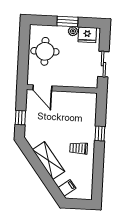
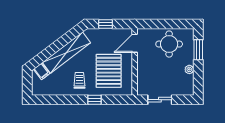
window: (67, 22) -> (198, 50), moved
fridge: (87, 35) -> (187, 83), removed
pallet: (70, 117) -> (109, 71), added
shelving: (49, 161) -> (67, 53), width x1.47

